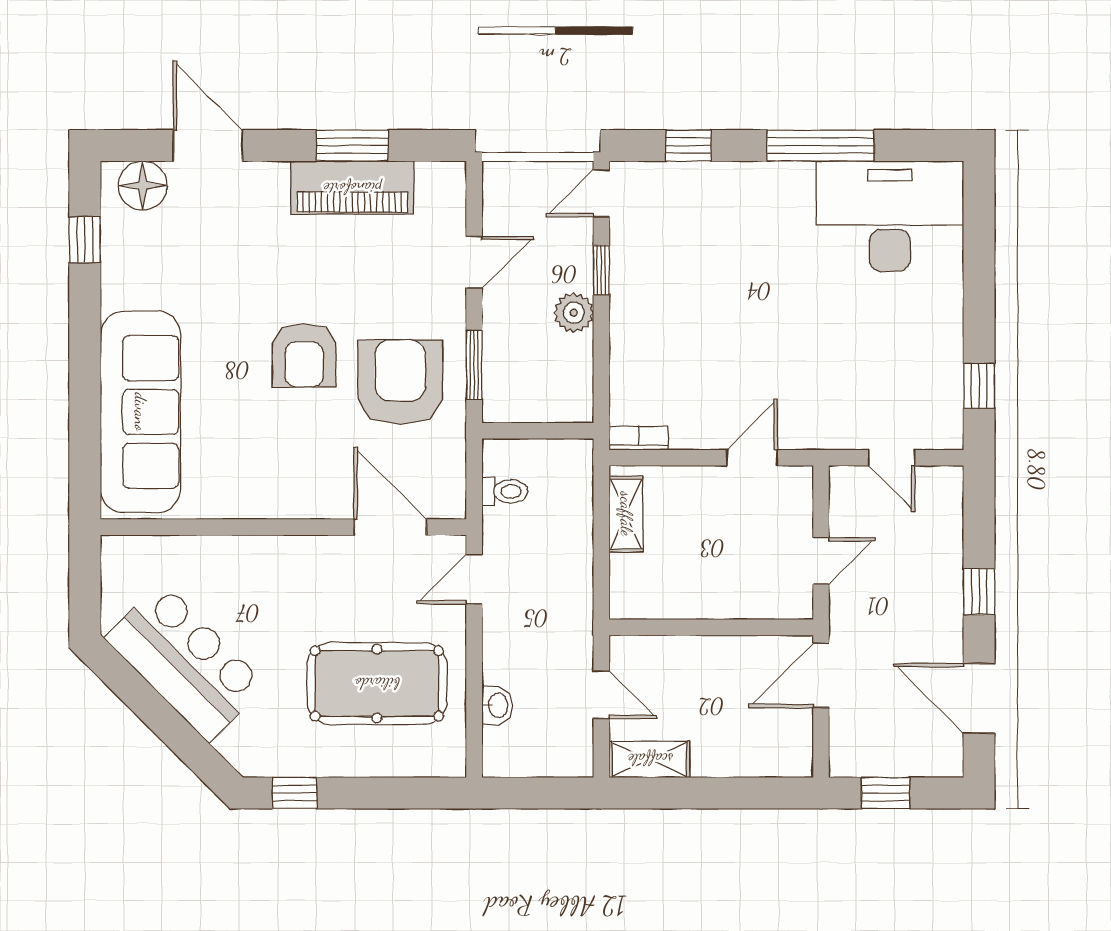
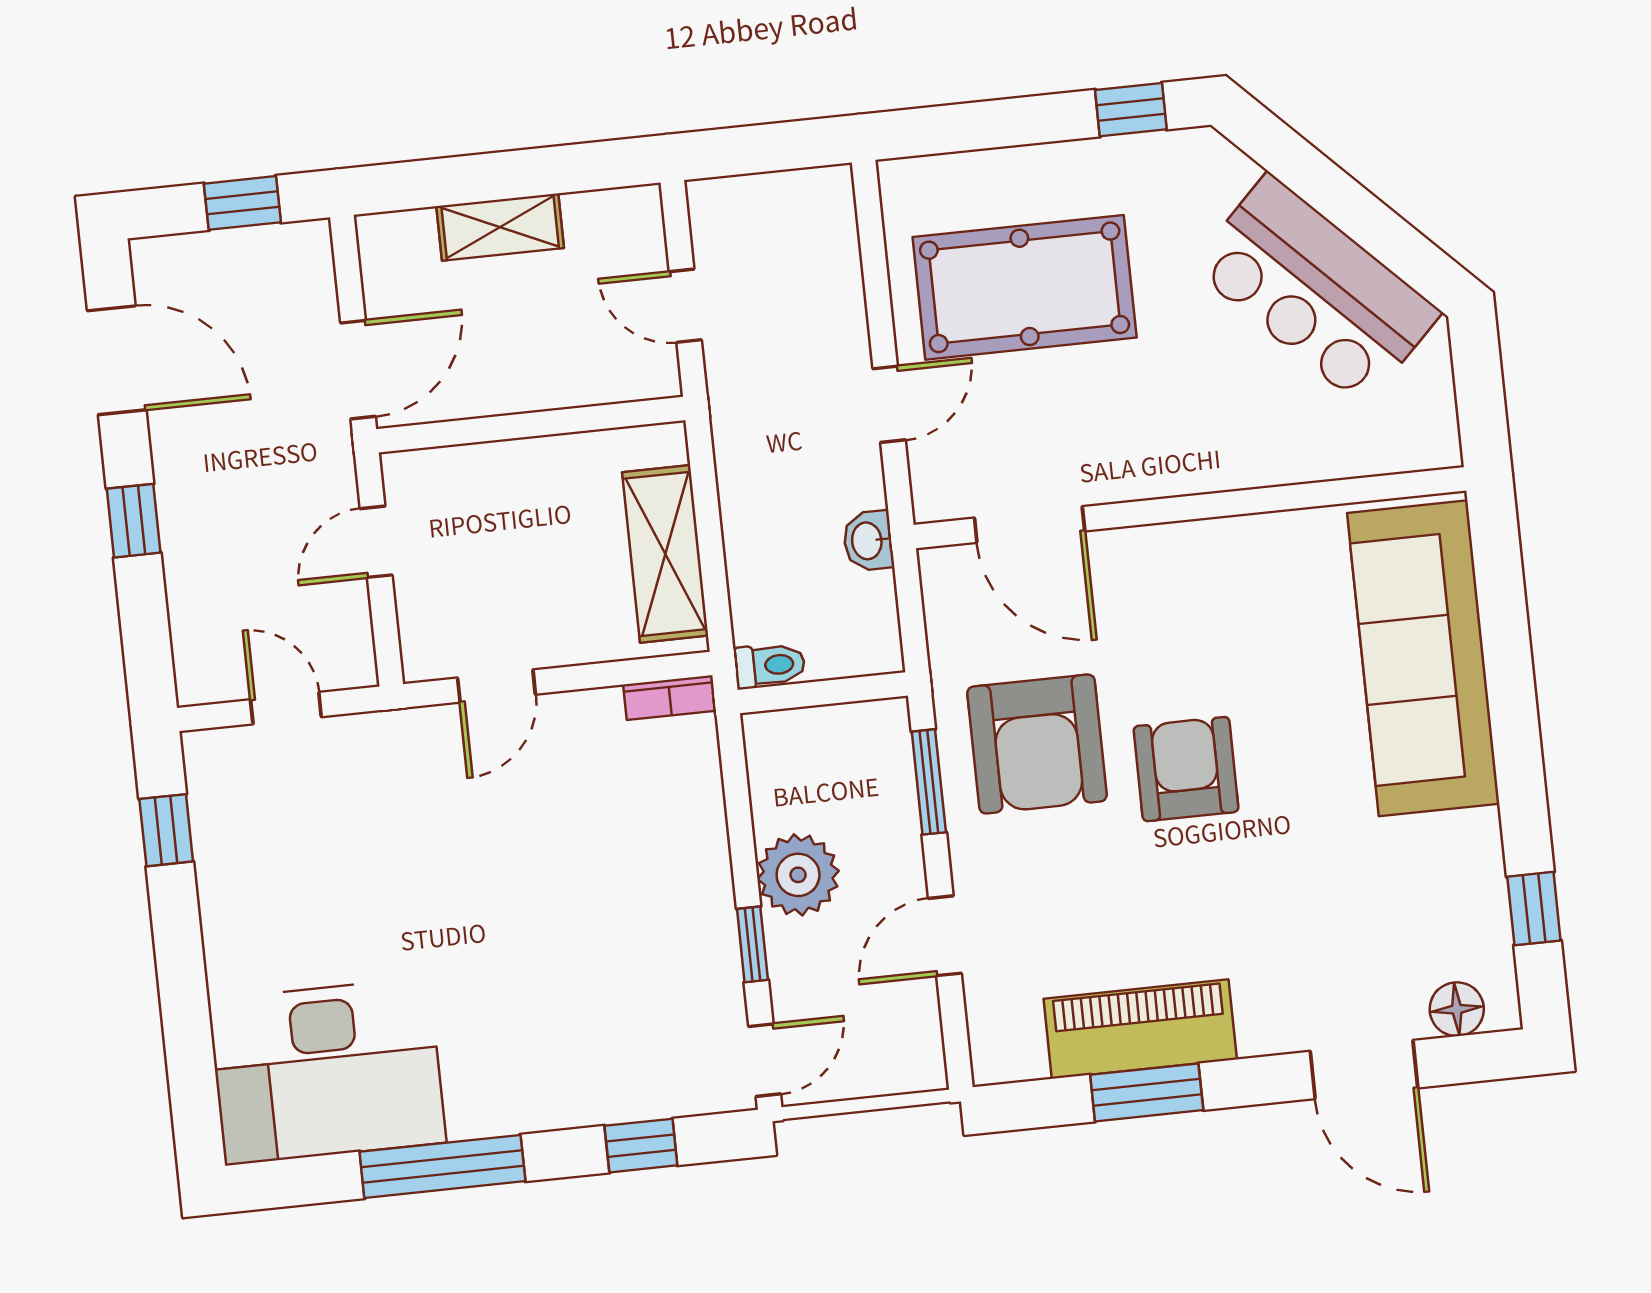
floor lamp: (143, 186) -> (1457, 1009), width x0.73, depth x0.73
plant: (574, 313) -> (798, 875), width x1.36, depth x1.36
toilet: (505, 491) -> (770, 665), moved, turned 180
shelving: (626, 514) -> (665, 554), width x1.50, depth x1.33
door: (474, 579) -> (889, 404), moved
washbasin: (497, 705) -> (868, 541), moved
shelving: (650, 759) -> (500, 227), moved

